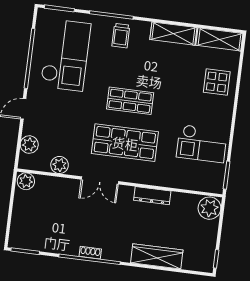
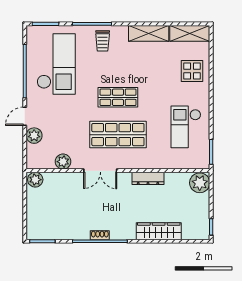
checkout: (202, 144) -> (186, 127), turned 90
plant: (29, 145) -> (34, 136), moved

